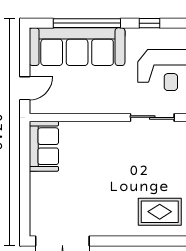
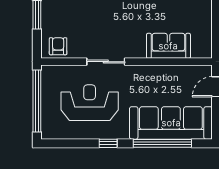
sofa: (44, 146) -> (168, 46), moved, turned 90

